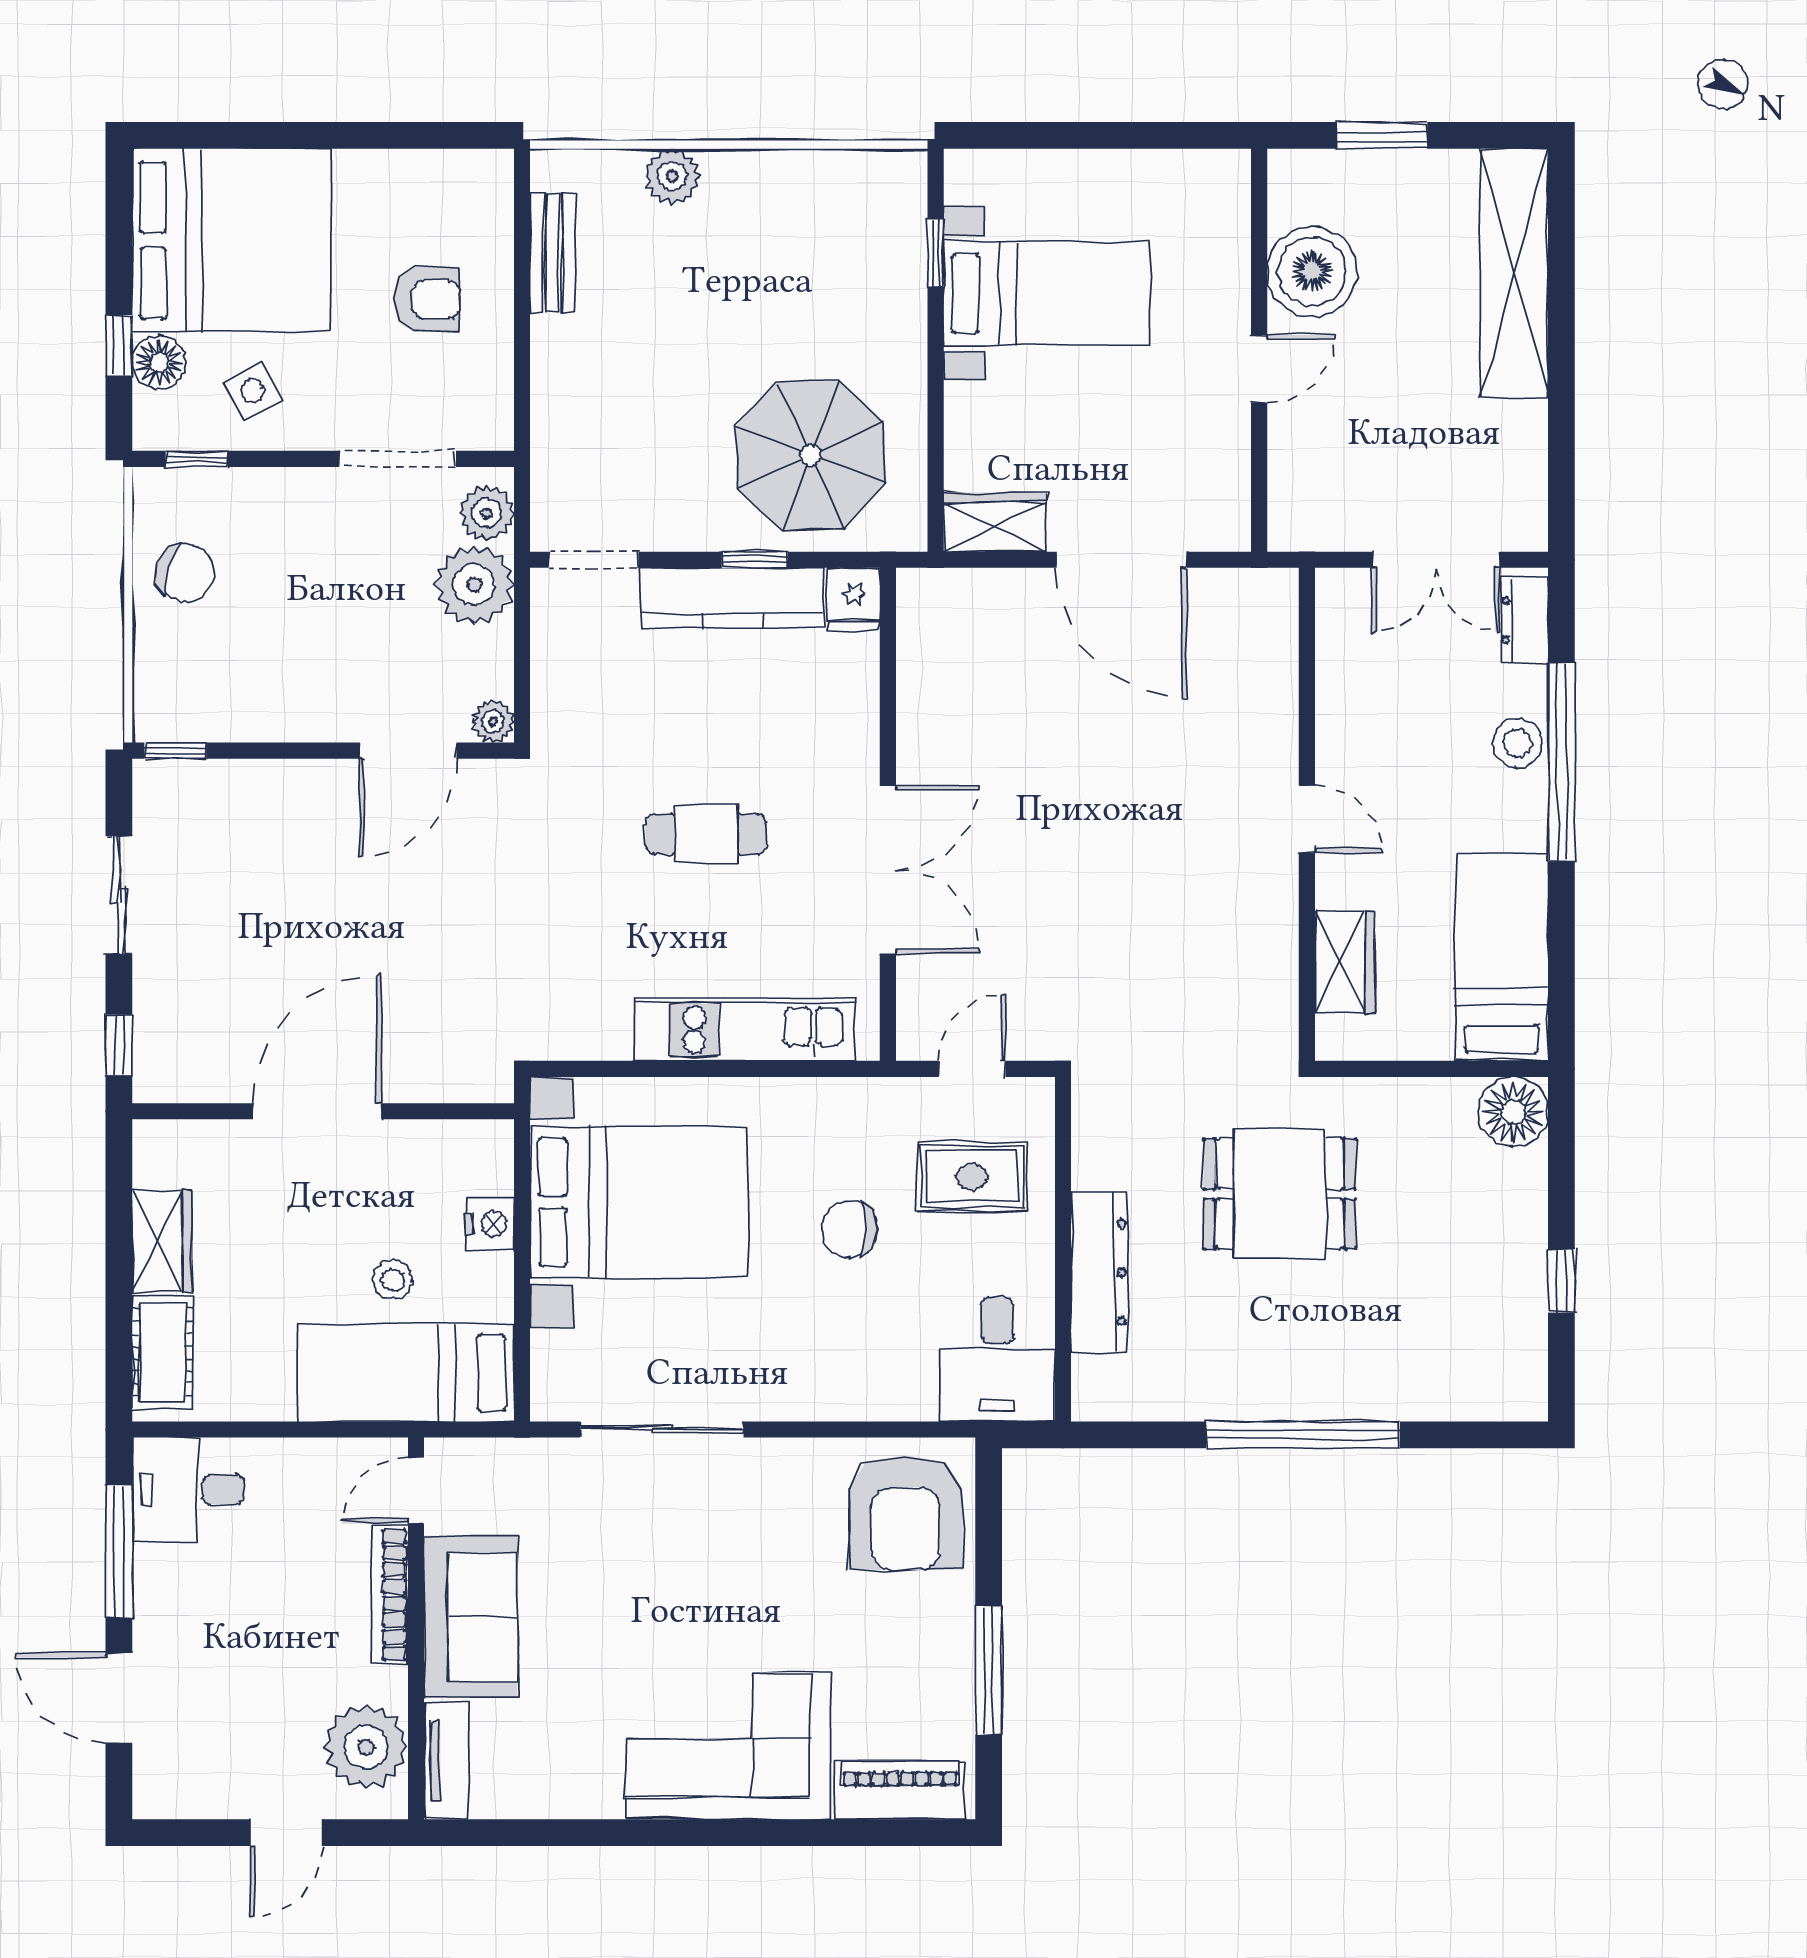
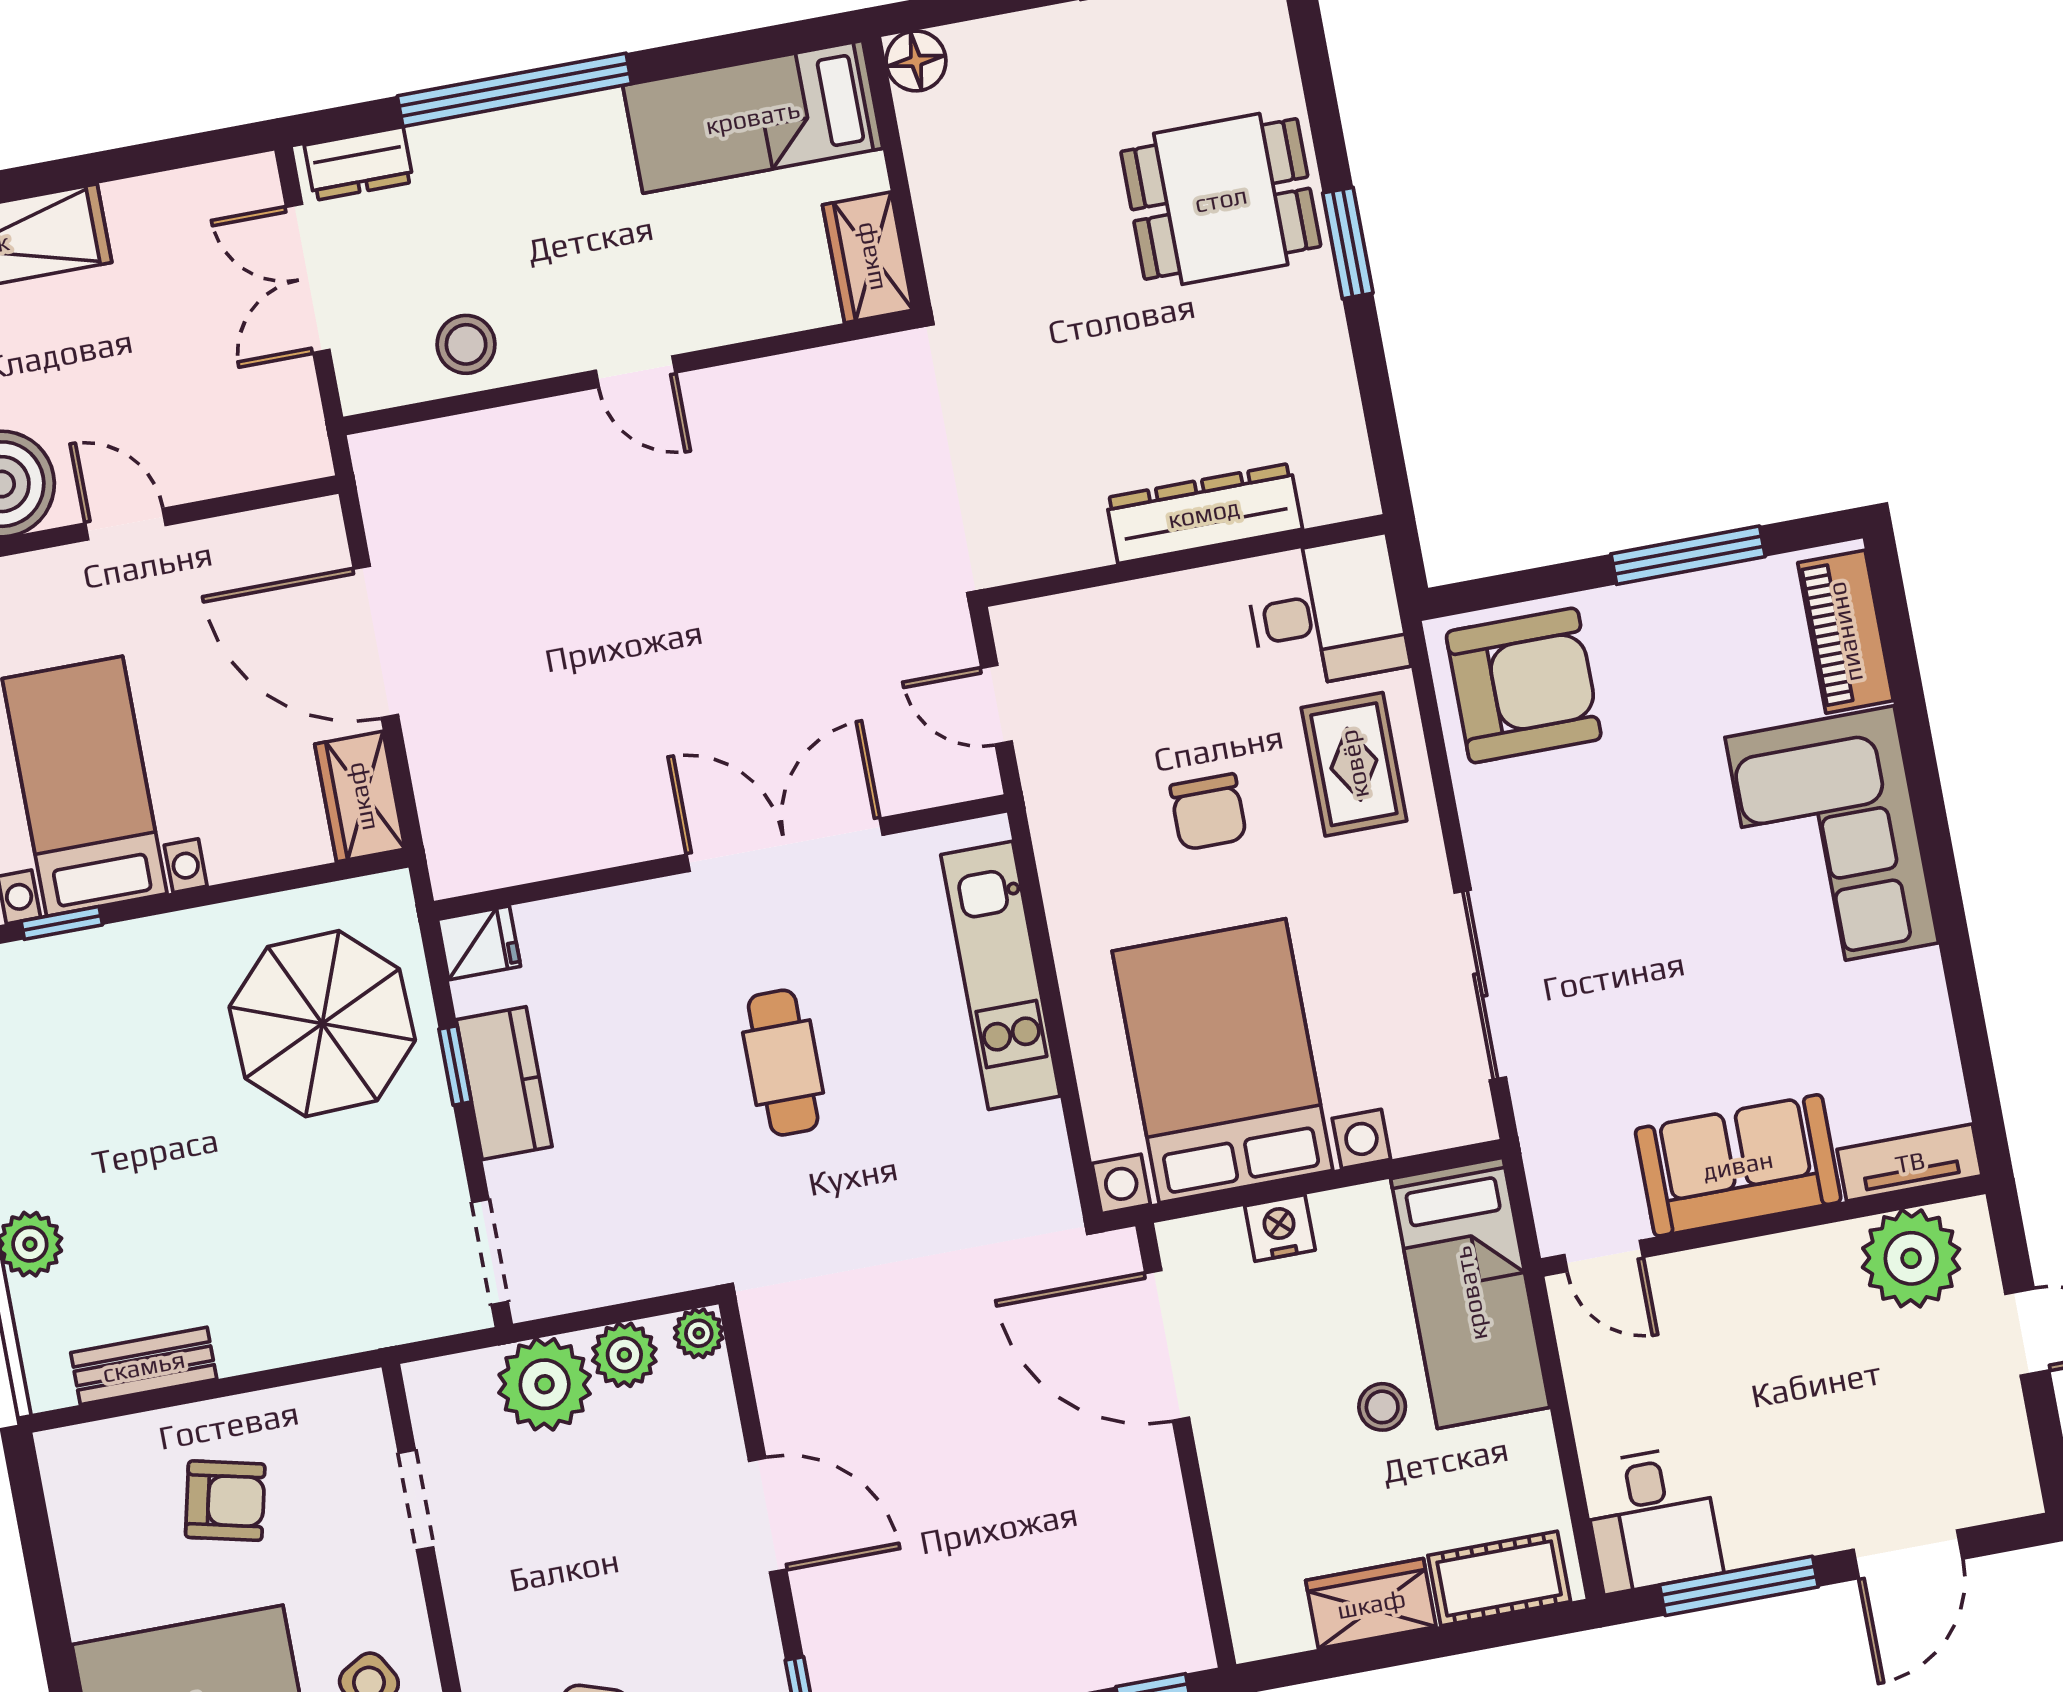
armchair: (427, 299) -> (225, 1501), turned 103
doorway: (398, 459) -> (416, 1500), width x0.73
plant: (487, 513) -> (624, 1355), moved
door: (1122, 560) -> (376, 642), swing flipped
double door: (1436, 560) -> (308, 278), swing flipped
kitchen counter: (733, 598) -> (504, 1083), width x0.67
stool: (1517, 743) -> (466, 344), moved
door: (408, 751) -> (768, 1515), moved
door: (1307, 819) -> (636, 372), swing flipped
wardrobe: (1345, 962) -> (868, 257), moved, turned -90
door: (317, 1111) -> (1167, 1345), moved
floor lamp: (1513, 1112) -> (916, 61), width x0.73, depth x0.73
rug: (972, 1177) -> (1354, 764), moved
dining table: (1280, 1194) -> (1221, 199), moved, turned 90
stool: (393, 1280) -> (1382, 1407), moved
window: (1303, 1435) -> (1348, 243), width x0.47
bookcase: (390, 1595) -> (1730, 1263), removed

